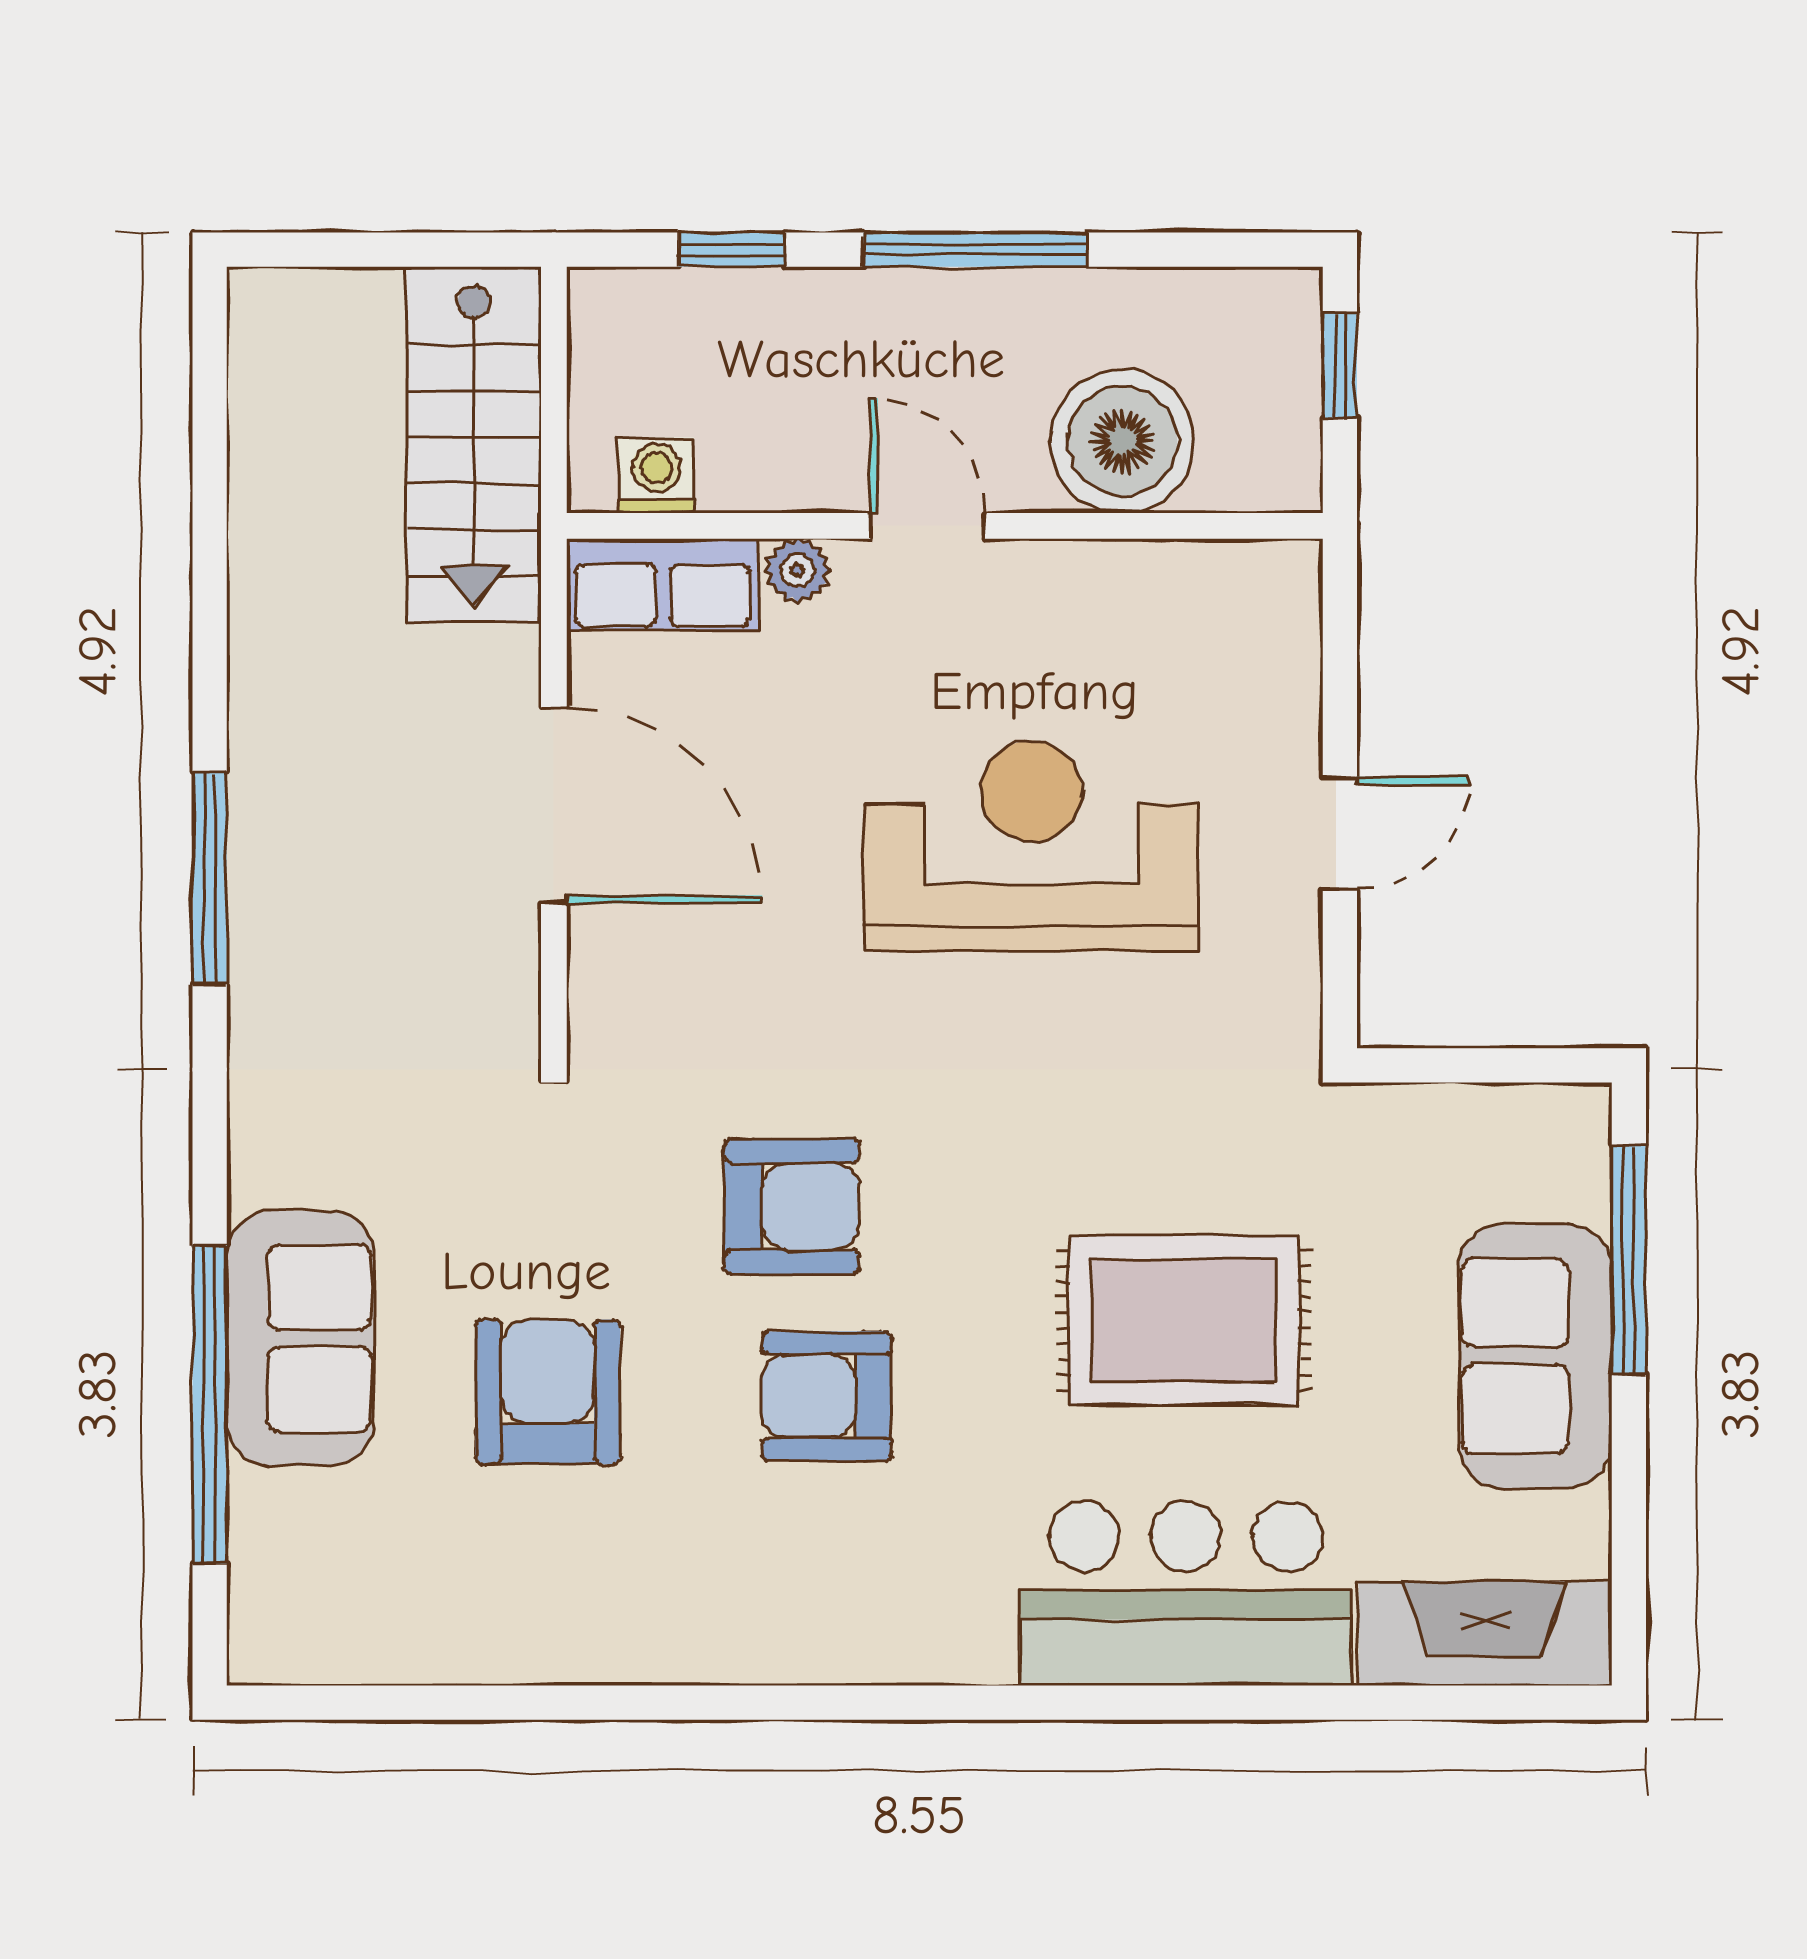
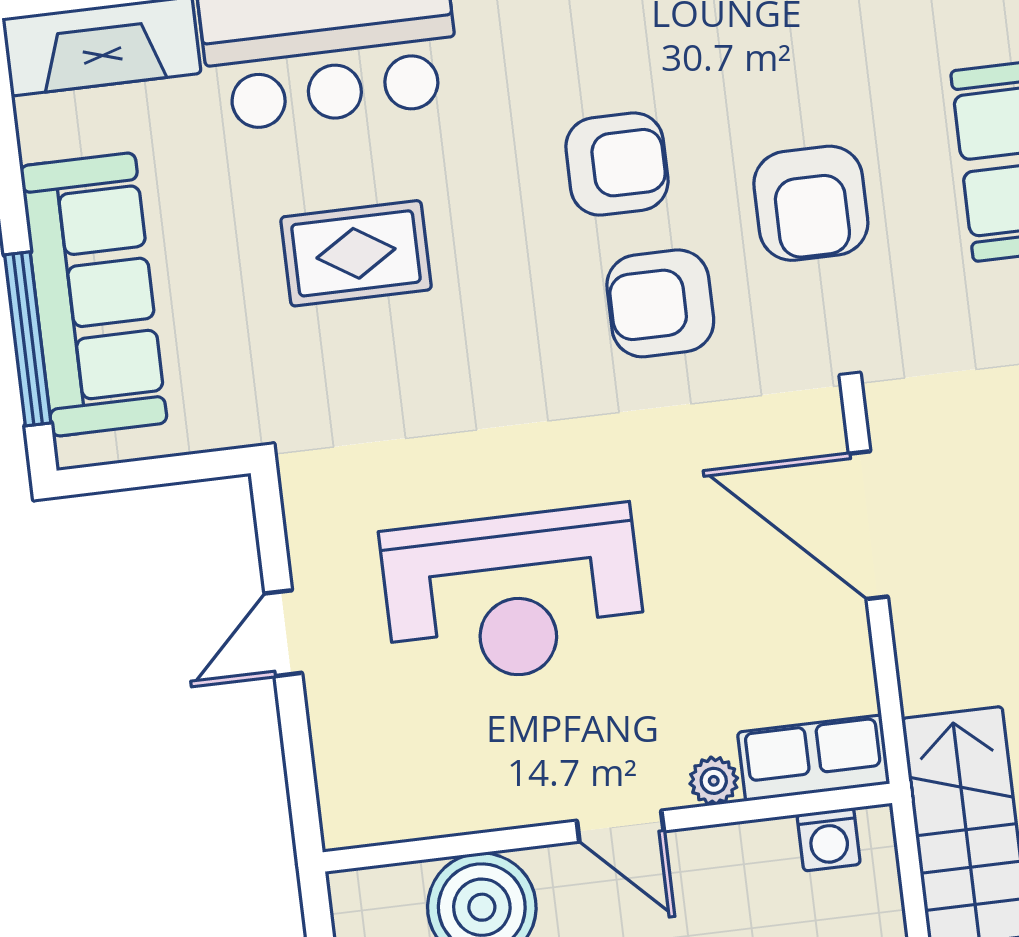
door: (554, 805) -> (868, 525), moved
rug: (1184, 1320) -> (356, 253), width x0.73, depth x0.70
sofa: (1535, 1356) -> (94, 294), width x1.36
armchair: (548, 1392) -> (811, 203), moved

